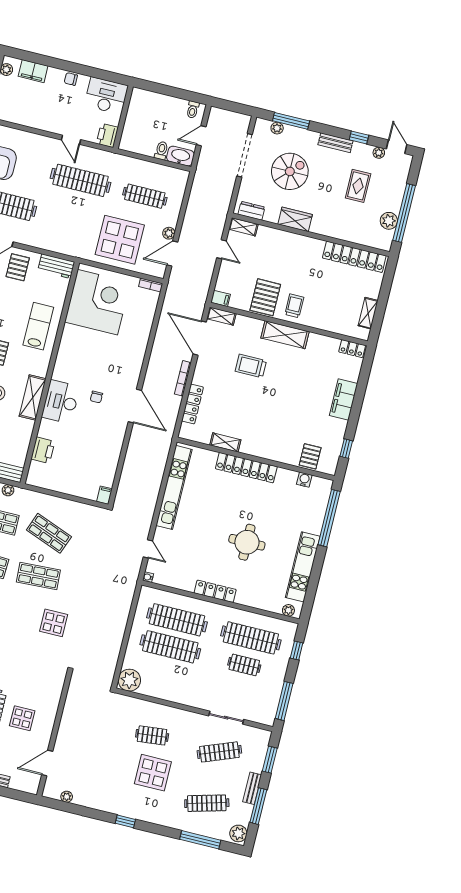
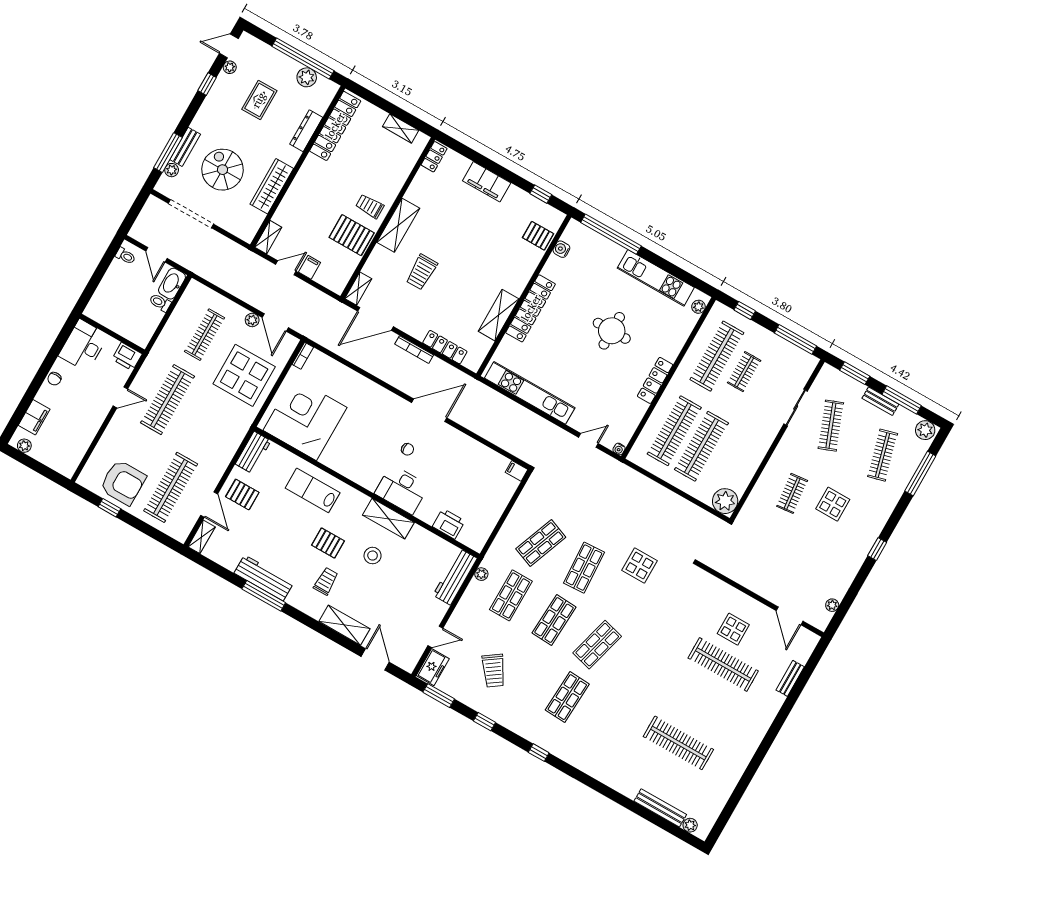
bench: (335, 143) -> (185, 147), moved
rug: (358, 186) -> (259, 100), turned 90
dresser: (251, 211) -> (306, 131), moved, width x1.44
wardrobe: (295, 219) -> (272, 186), width x1.50
filing cabinet: (221, 298) -> (310, 267), moved
shelving: (225, 442) -> (499, 315), width x1.50, depth x1.33
display table: (153, 773) -> (833, 504), width x0.73, depth x0.73

